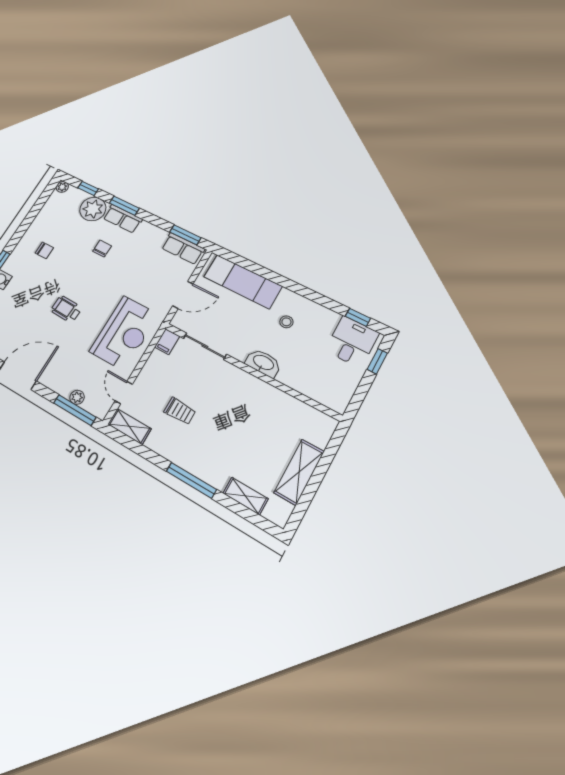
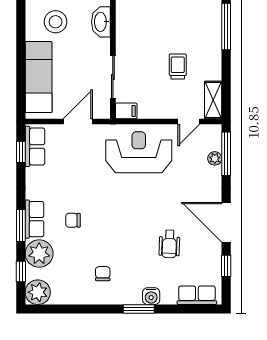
plant: (62, 187) -> (38, 292), width x1.88, depth x1.88
window: (185, 235) -> (21, 152), width x0.67
door: (183, 295) -> (78, 122), hinge flipped
wheelchair: (66, 309) -> (169, 244), moved
stool: (286, 322) -> (56, 22), width x1.89, depth x1.89

